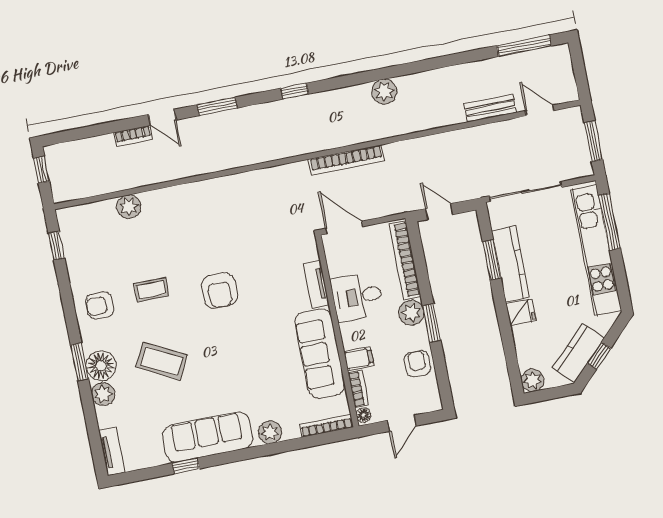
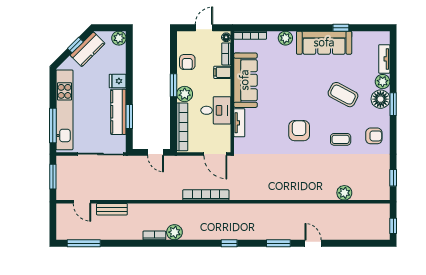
bookcase: (133, 136) -> (154, 235), moved
tv unit: (112, 452) -> (384, 59), moved

